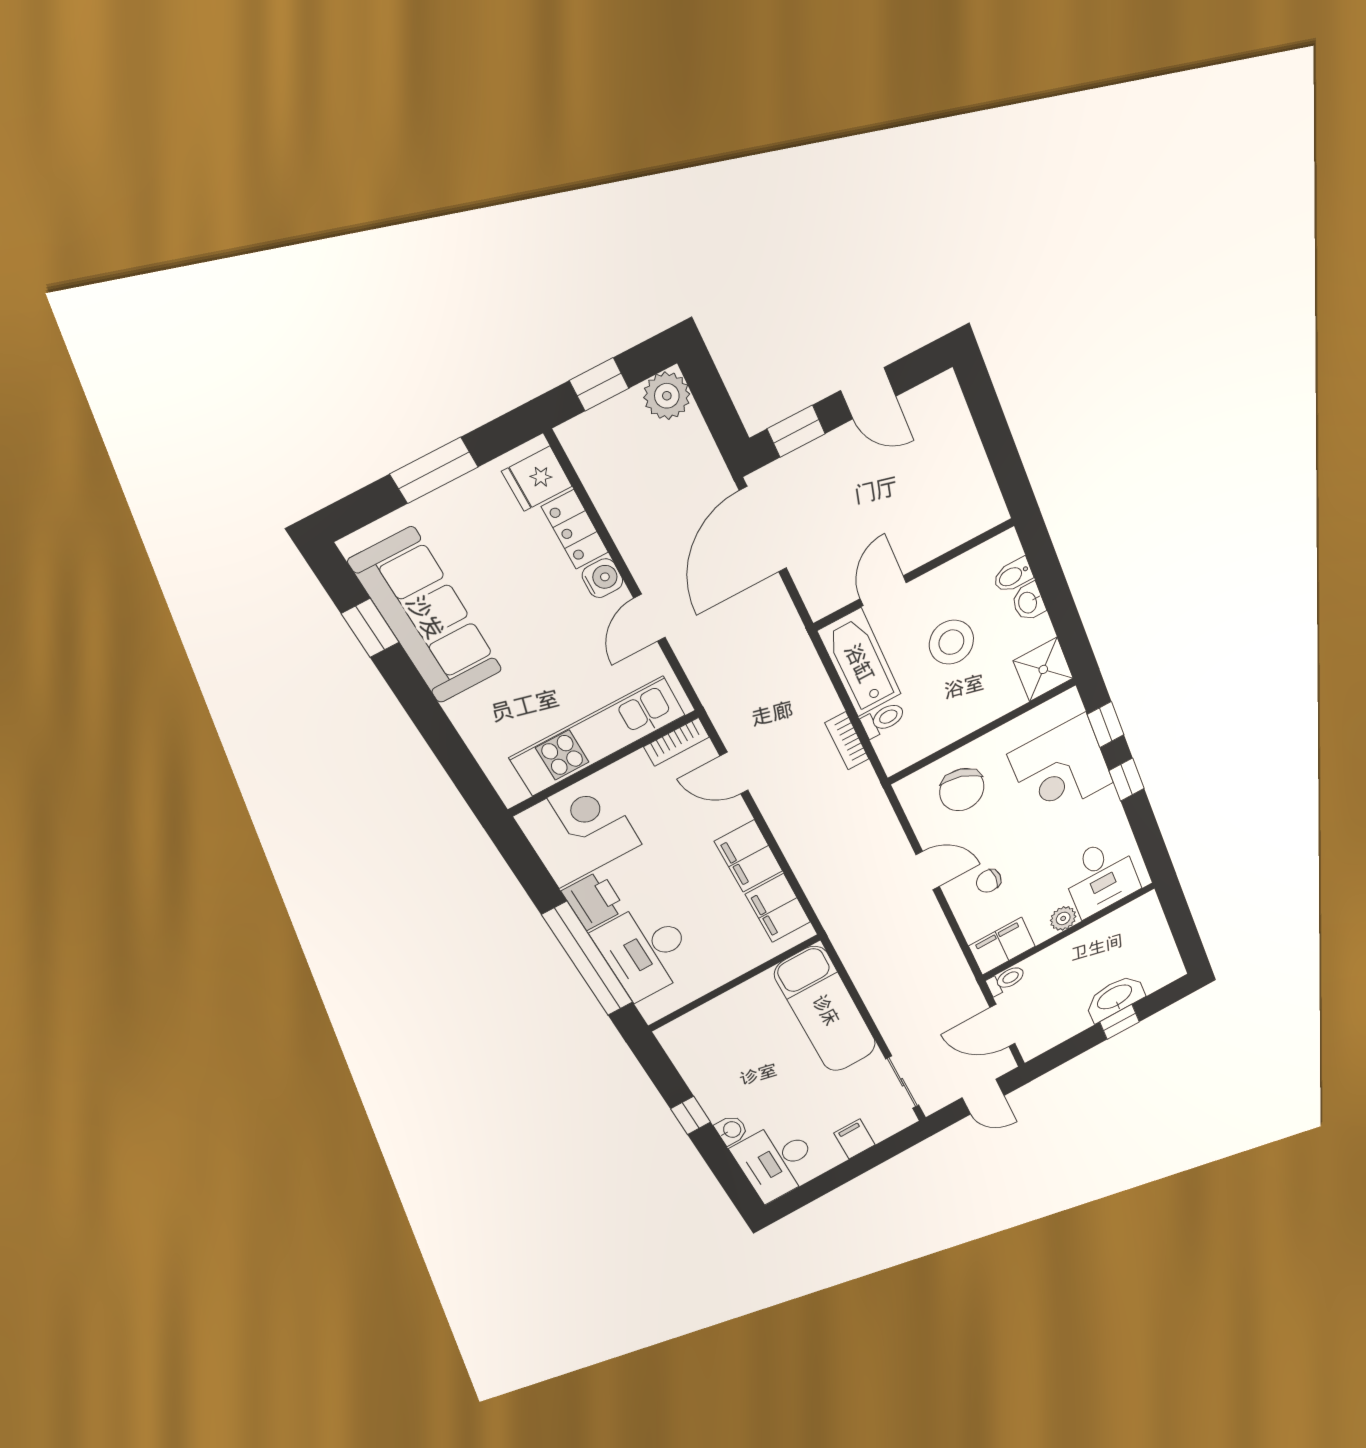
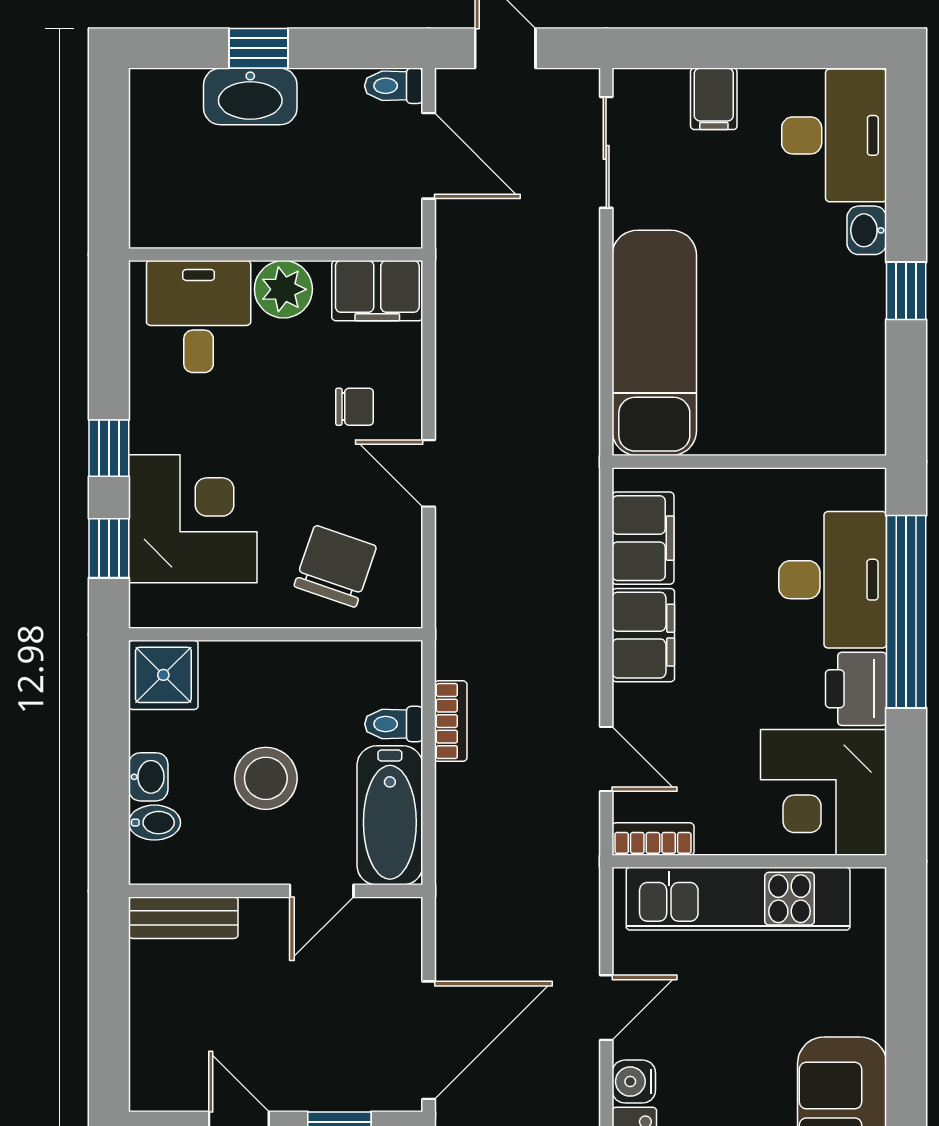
bench: (969, 524) -> (183, 918), added
plant: (1063, 918) -> (283, 289), width x1.38, depth x1.38
toilet: (1006, 980) -> (394, 86), moved

